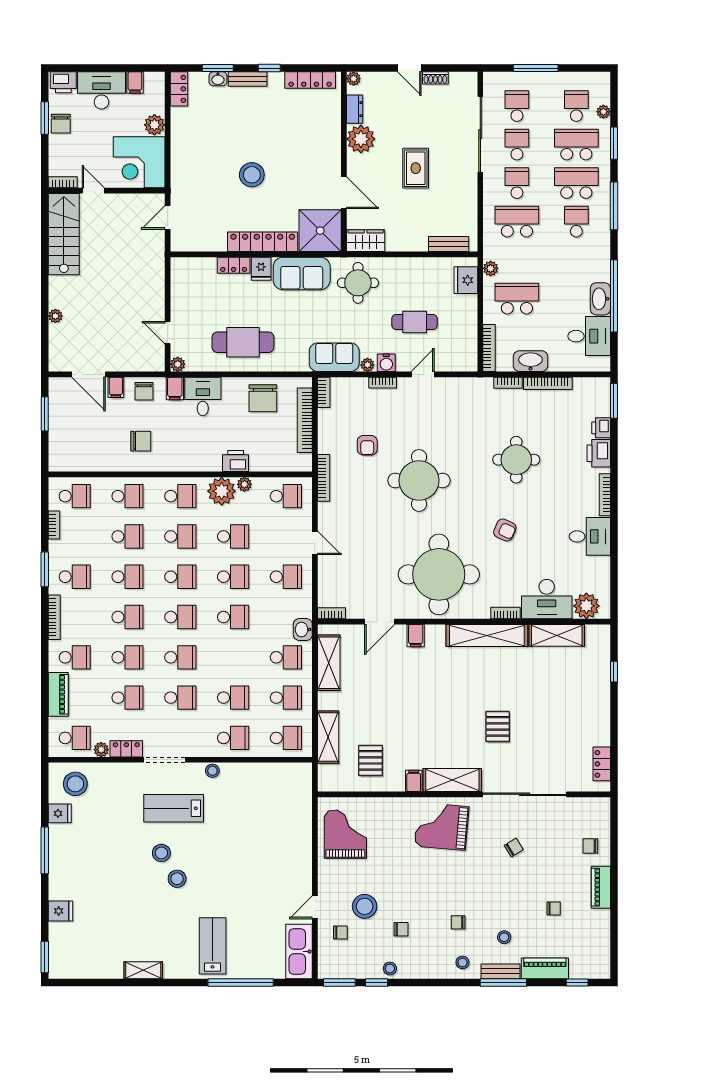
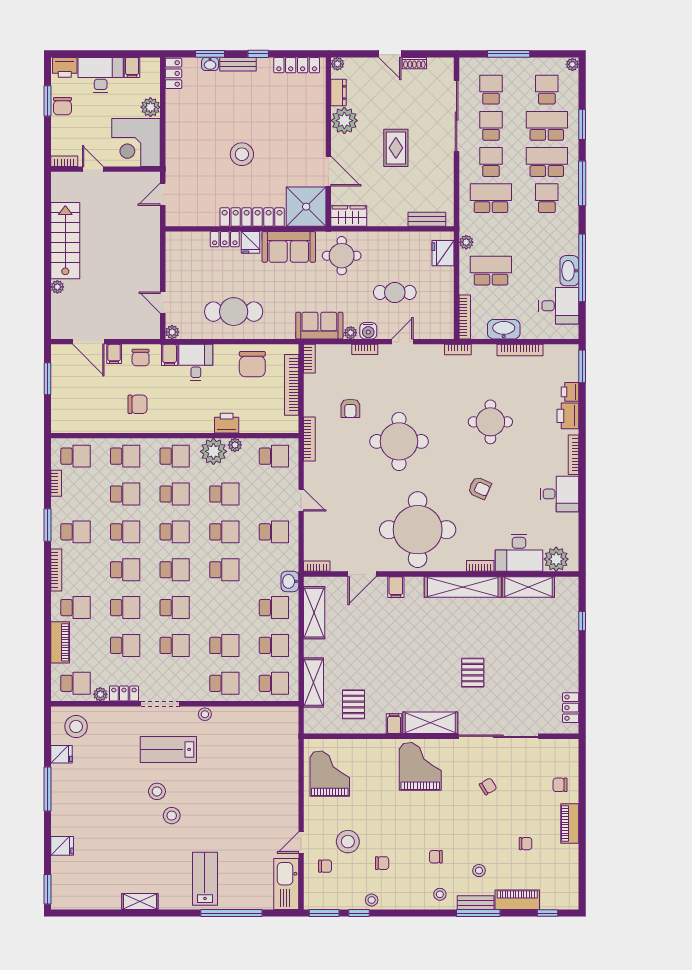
plant: (603, 112) -> (572, 64), moved
stairs: (64, 234) -> (65, 241), moved
bookcase: (508, 383) -> (458, 350), moved
grand piano: (442, 826) -> (420, 766), turned 85

